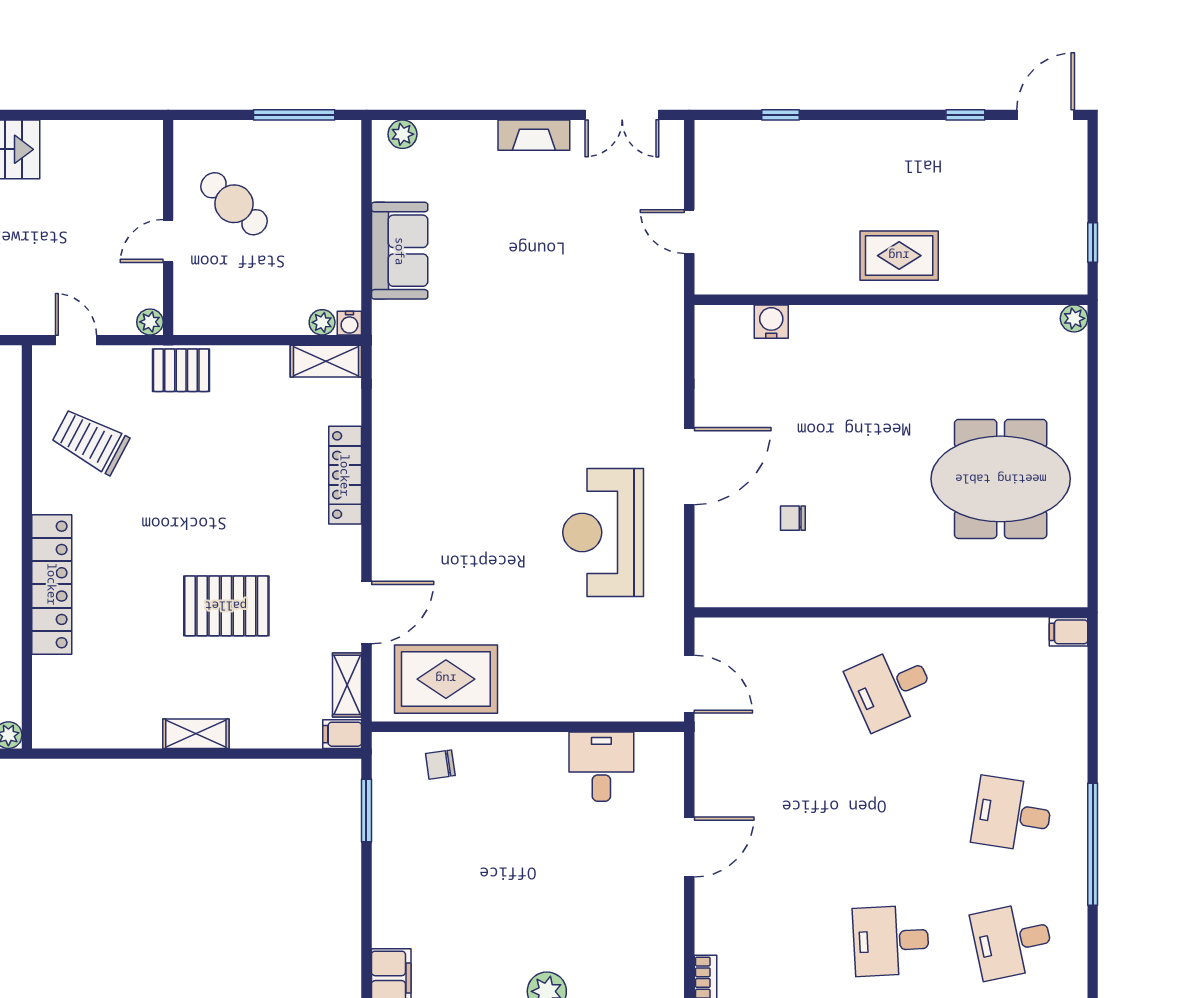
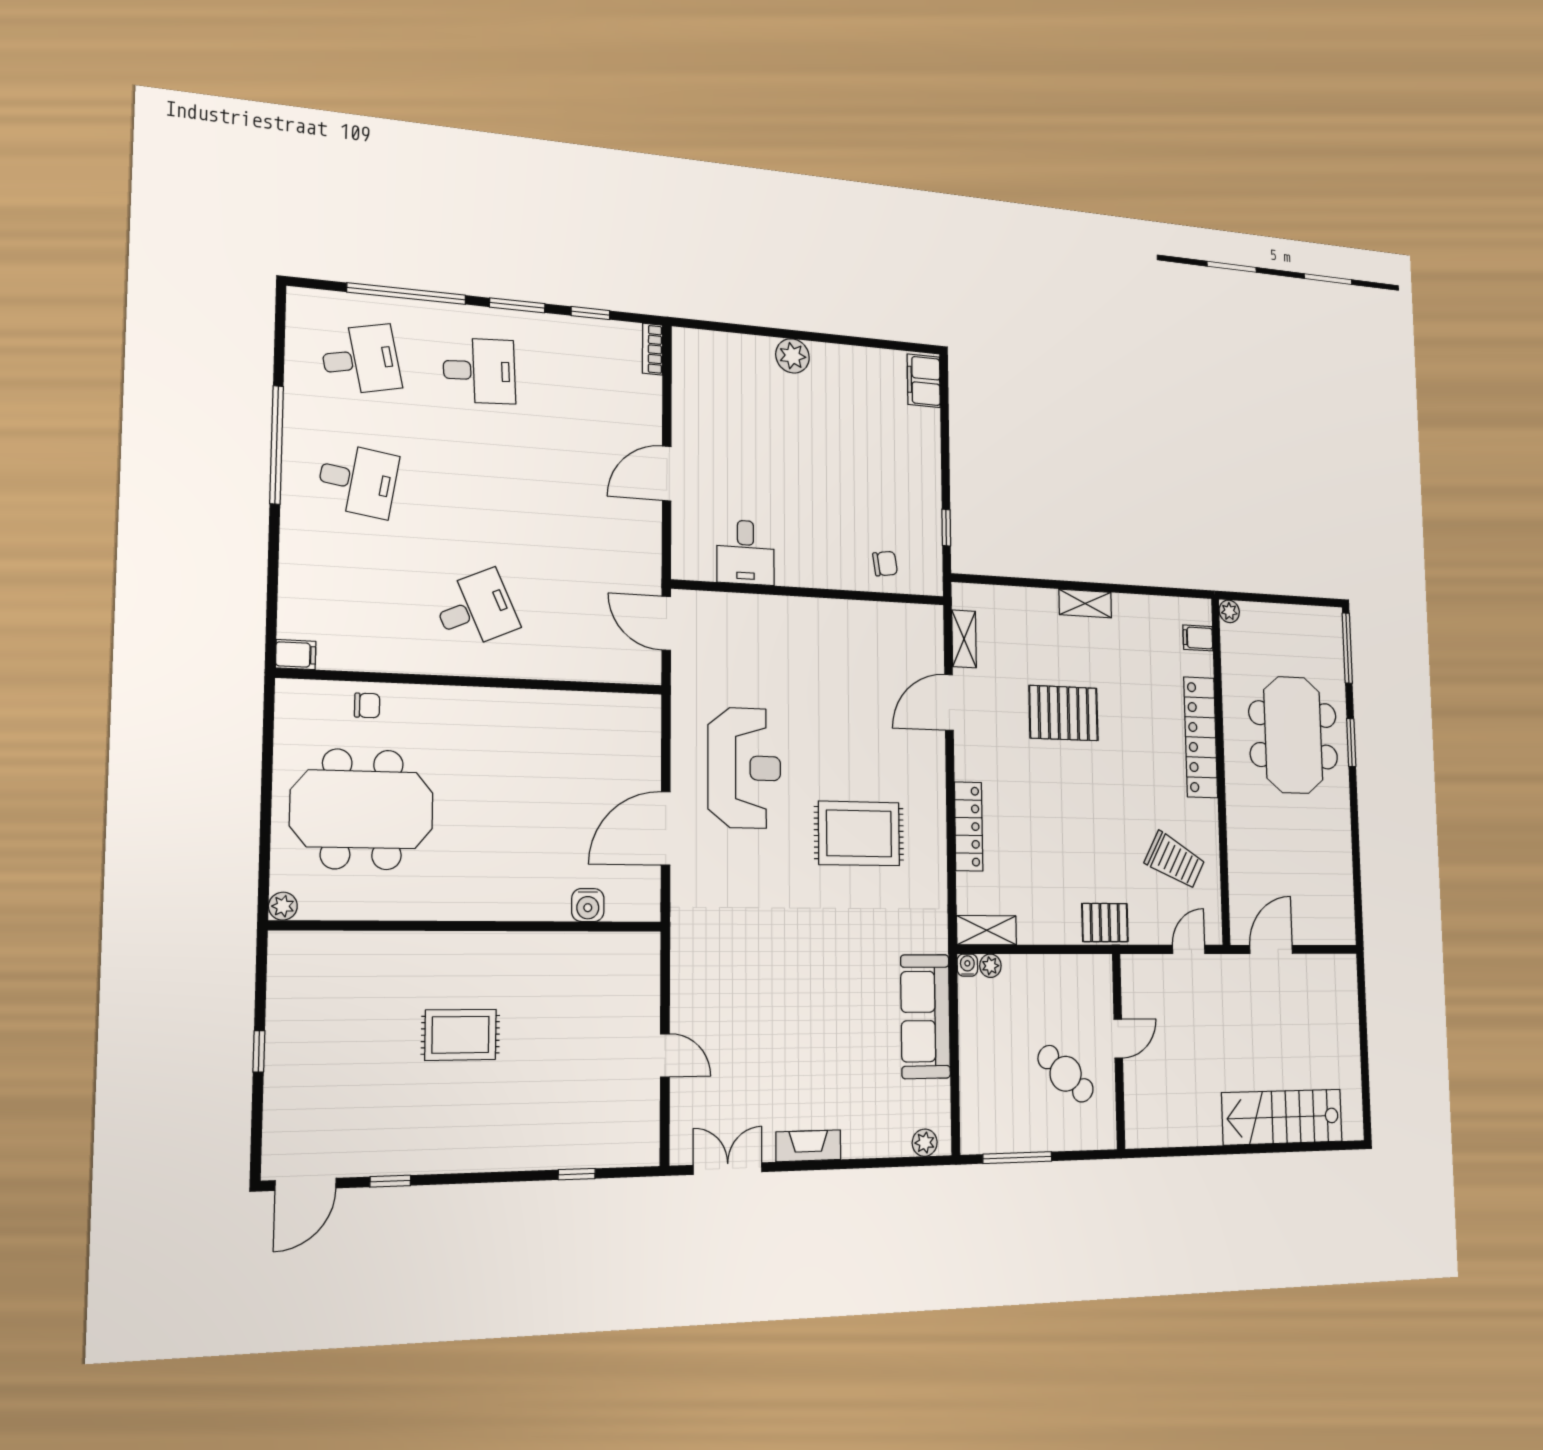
sofa: (400, 251) -> (925, 1016), width x1.36
wall: (891, 300) -> (471, 926), moved
plant: (1074, 318) -> (283, 906), moved
plant: (150, 322) -> (1131, 966), removed
water cooler: (771, 322) -> (588, 905), moved
door: (76, 340) -> (1189, 949), swing flipped
chair: (793, 518) -> (367, 705), moved
rug: (446, 679) -> (859, 833), moved
filing cabinet: (342, 734) -> (1198, 638), moved, turned 180
window: (366, 810) -> (946, 528), width x0.67

